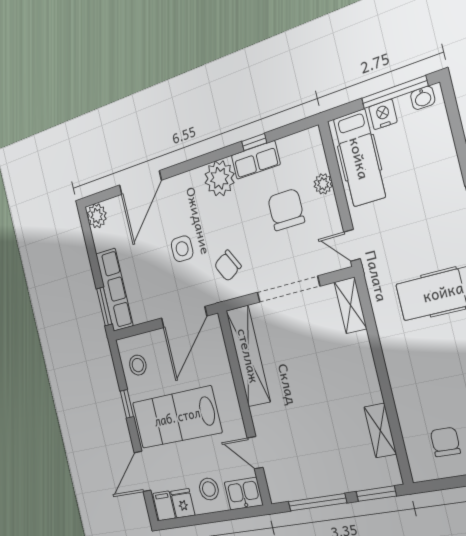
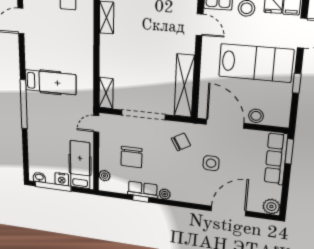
plant: (220, 178) -> (165, 194), width x0.53, depth x0.53
plant: (323, 184) -> (105, 176), moved
door: (352, 245) -> (96, 124), swing flipped
door: (184, 317) -> (225, 124), hinge flipped
stool: (138, 365) -> (256, 116), moved

